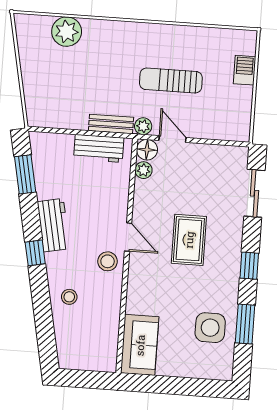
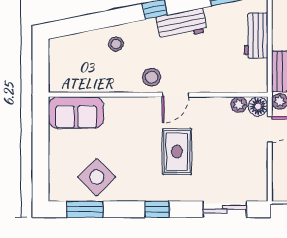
workbench: (99, 148) -> (256, 36), moved
rug: (189, 240) -> (177, 151), turned 90
window: (245, 324) -> (85, 209), moved
side table: (210, 328) -> (97, 177), turned 45

